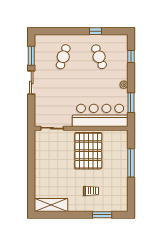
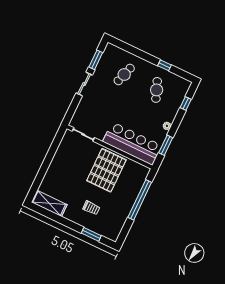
window: (131, 163) -> (140, 200), width x1.46

